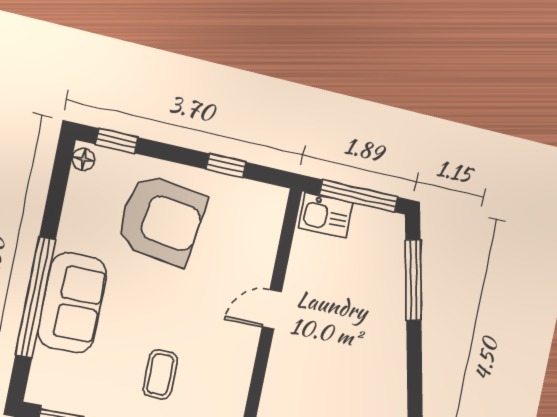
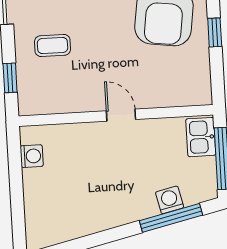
window: (226, 166) -> (215, 32), moved
washing machine: (391, 276) -> (170, 200), added

